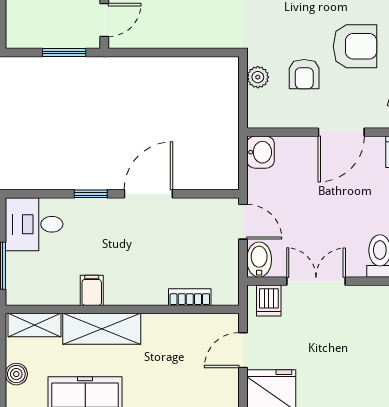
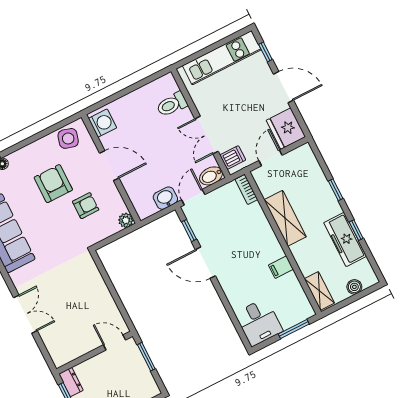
plant: (258, 77) -> (126, 220), moved
washbasin: (261, 152) -> (165, 198), moved
window: (91, 194) -> (189, 231), moved
bookcase: (190, 297) -> (246, 189), moved
shelving: (102, 329) -> (285, 218), moved
door: (243, 350) -> (270, 158), swing flipped

